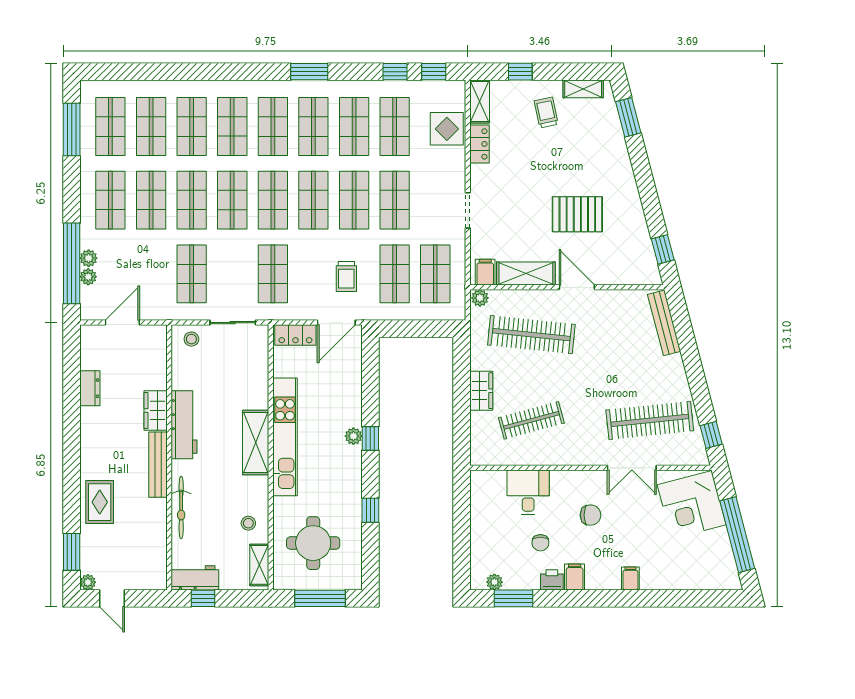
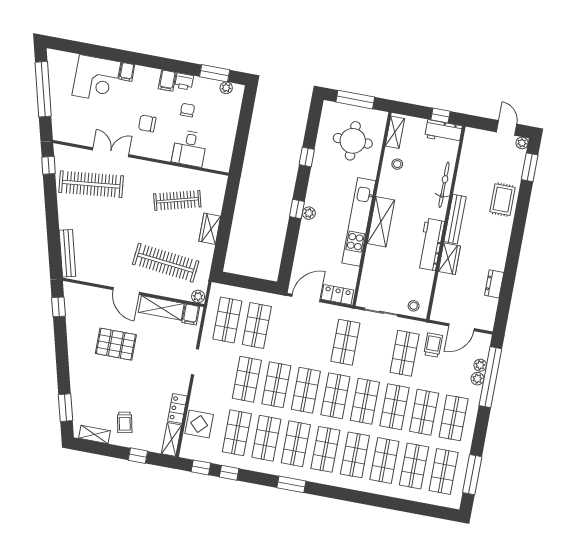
trolley: (346, 276) -> (433, 345), moved
corner desk: (692, 505) -> (96, 79), moved, turned 105

